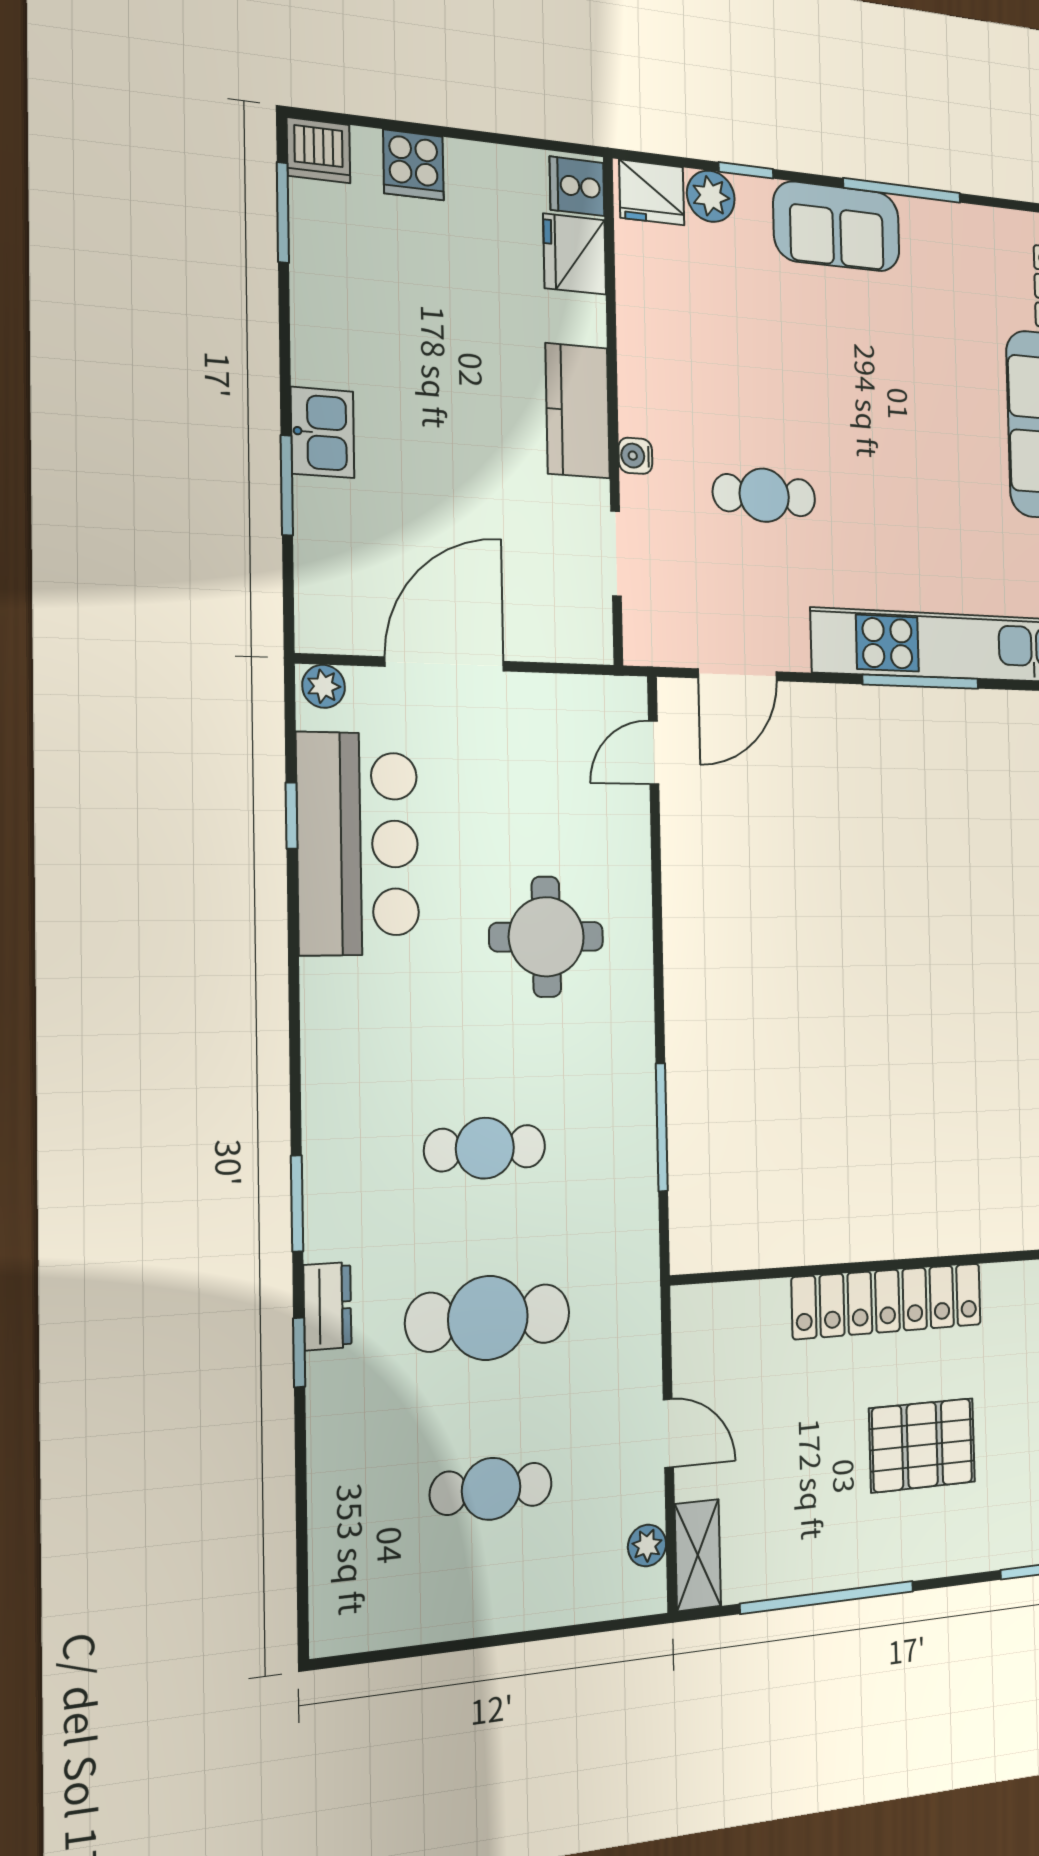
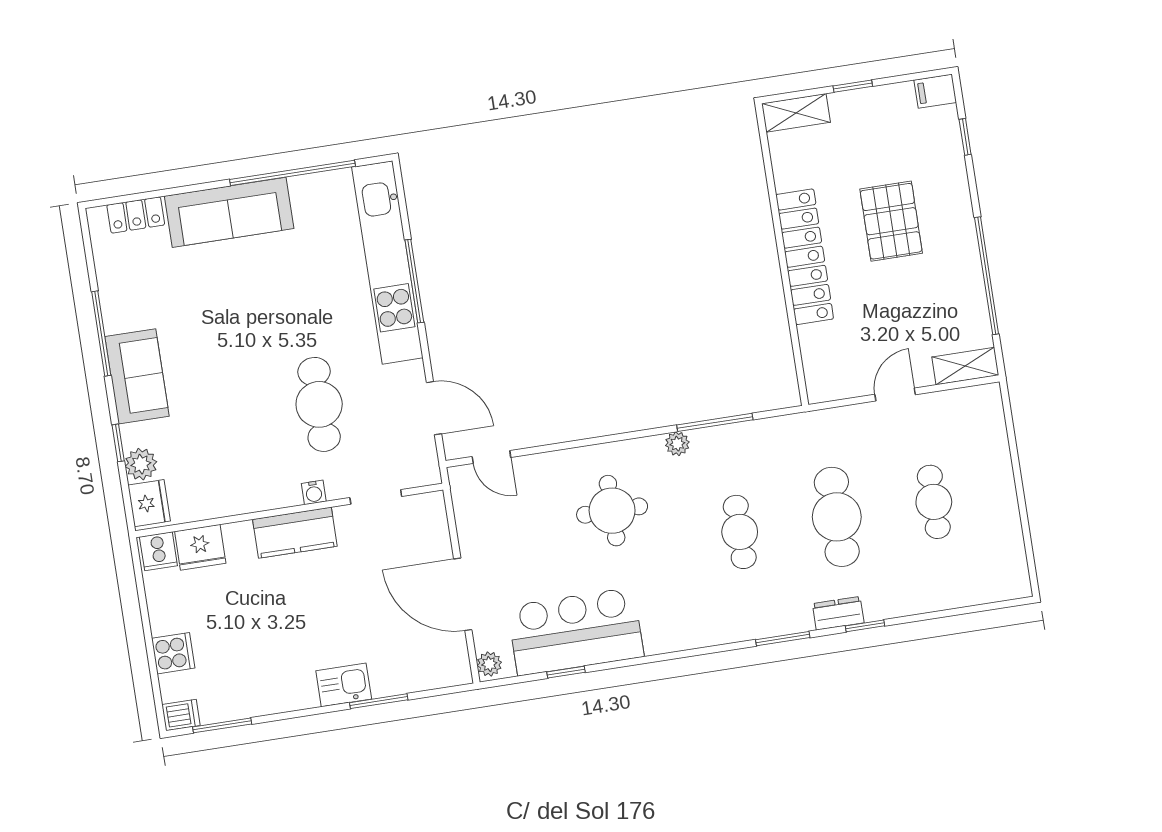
dishwasher: (319, 150) -> (181, 715), width x0.73
cafe table: (764, 495) -> (319, 404), width x1.37, depth x1.35
plant: (647, 1545) -> (677, 444), moved

